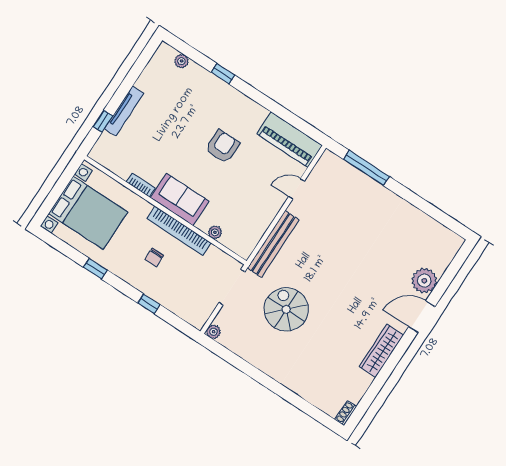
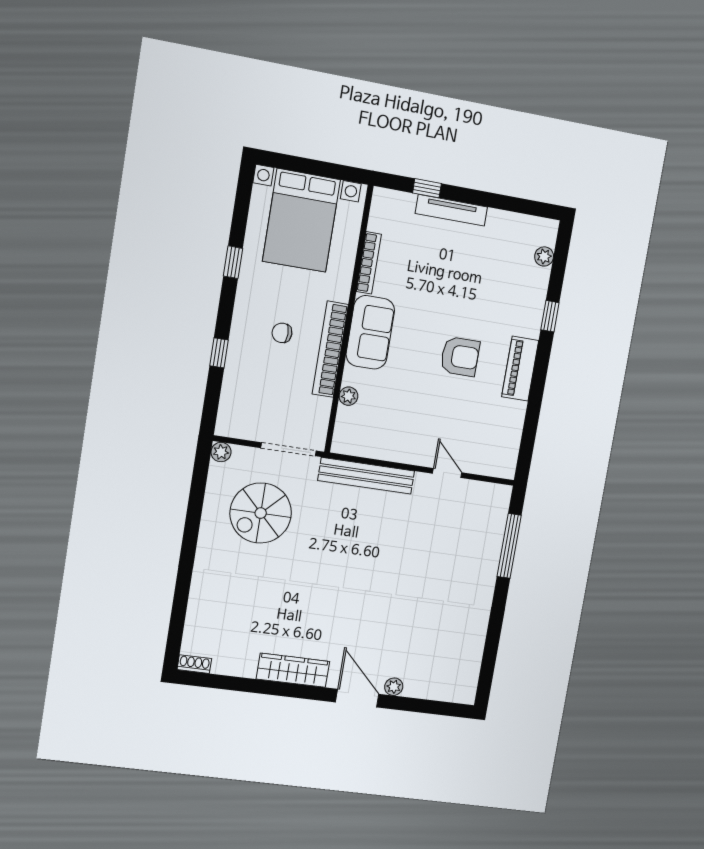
piano: (290, 140) -> (520, 369), moved, width x0.73, depth x0.75
bookcase: (141, 185) -> (369, 263), width x1.56
plant: (424, 281) -> (394, 687), width x0.53, depth x0.53
spiral stairs: (286, 309) -> (261, 513), moved, turned 180

